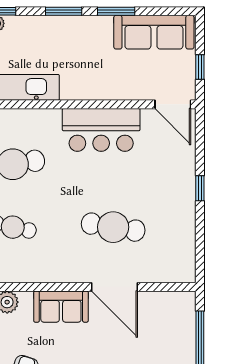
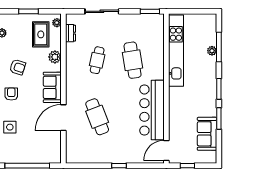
sofa: (154, 32) -> (207, 134), width x0.73
bar counter: (101, 130) -> (152, 110), width x1.36
cafe table: (113, 227) -> (97, 117), turned -30

